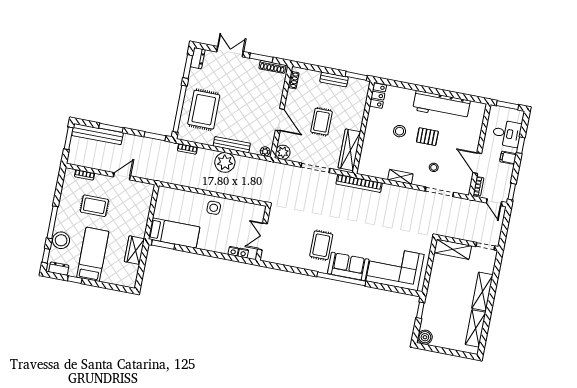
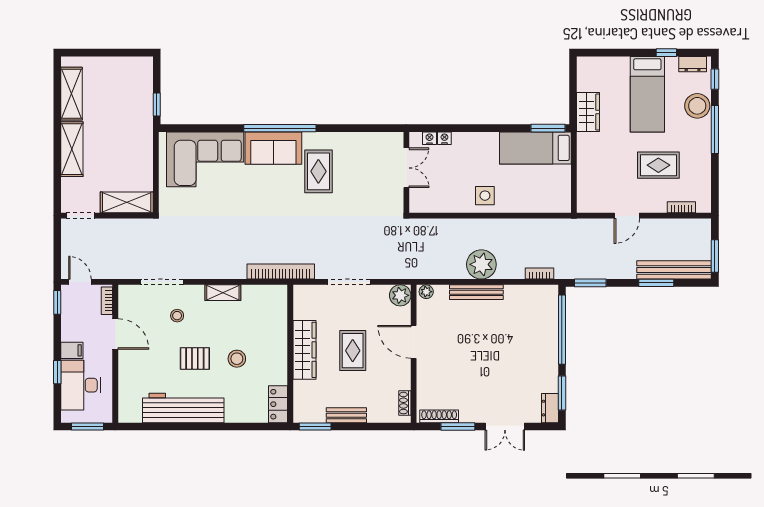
rug: (204, 110) -> (527, 335), removed
desk: (507, 134) -> (81, 385), width x1.37
wardrobe: (349, 150) -> (304, 350), moved
boiler: (425, 337) -> (142, 67), removed

